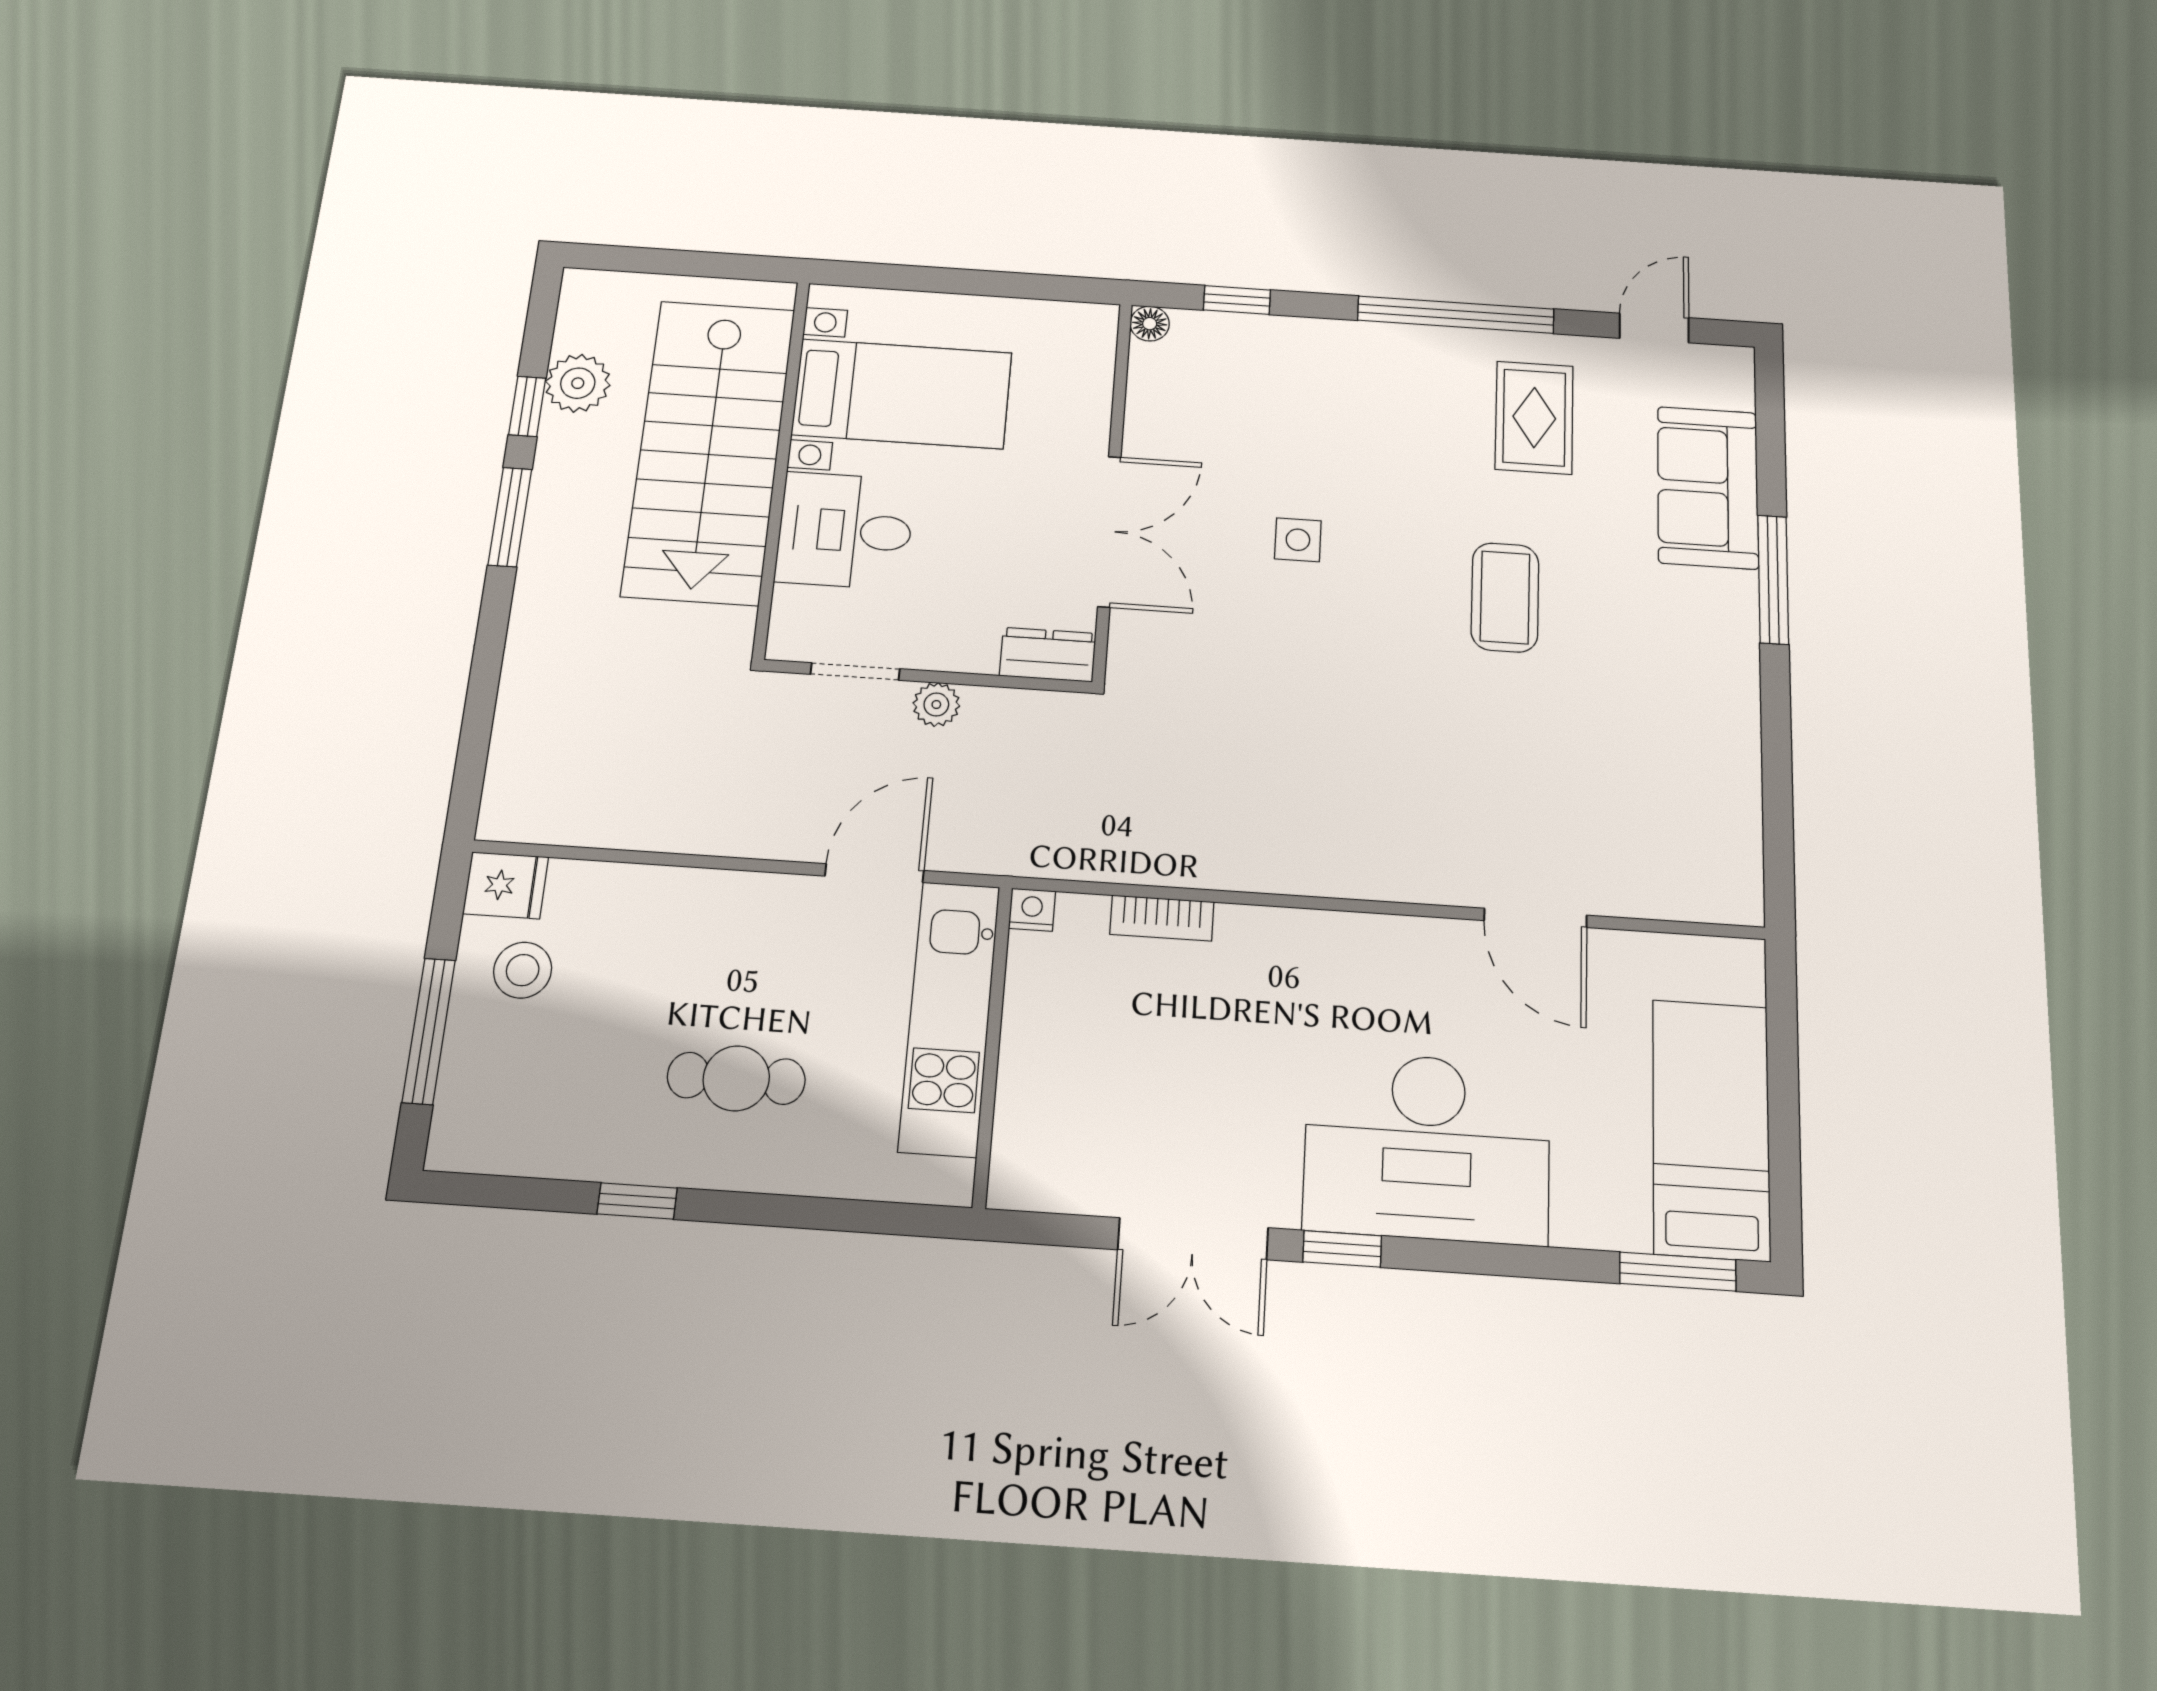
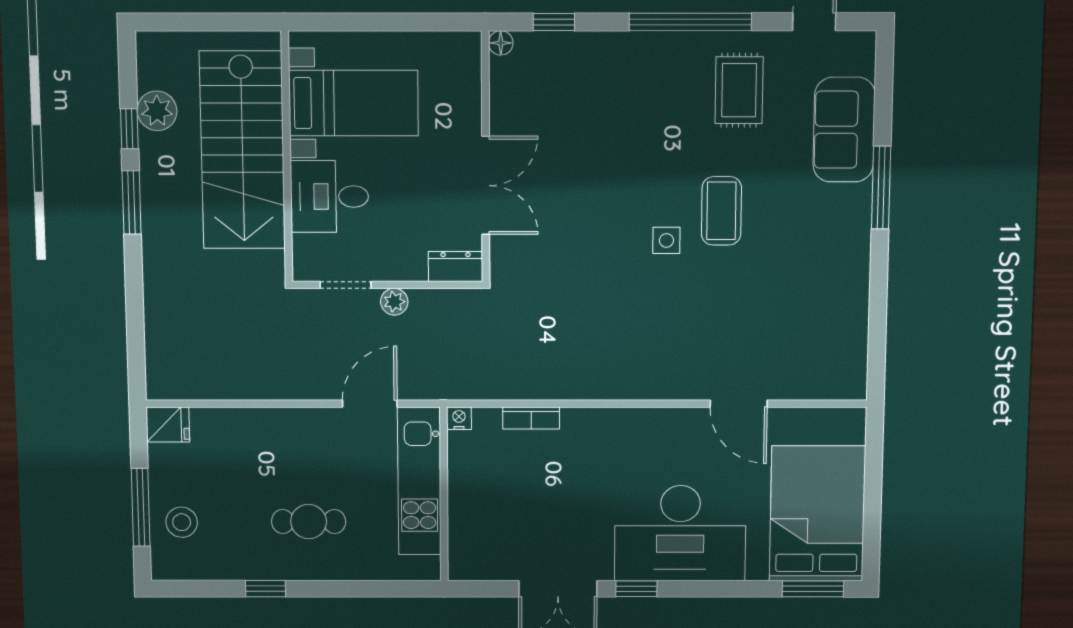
side table: (1298, 540) -> (666, 240), moved
stool: (523, 970) -> (182, 522), moved
bed: (1711, 1129) -> (817, 514), width x1.50

